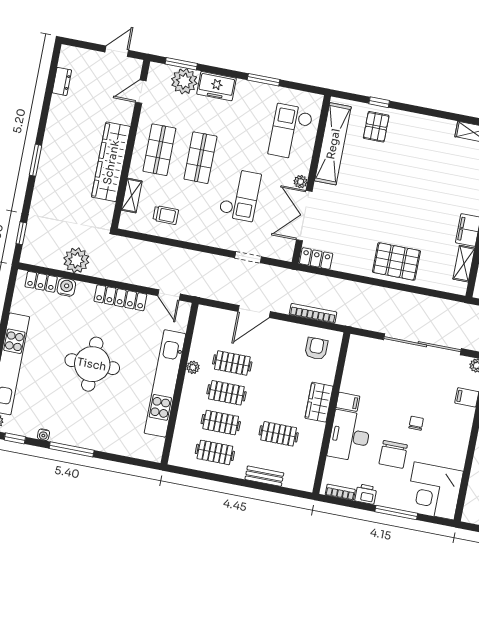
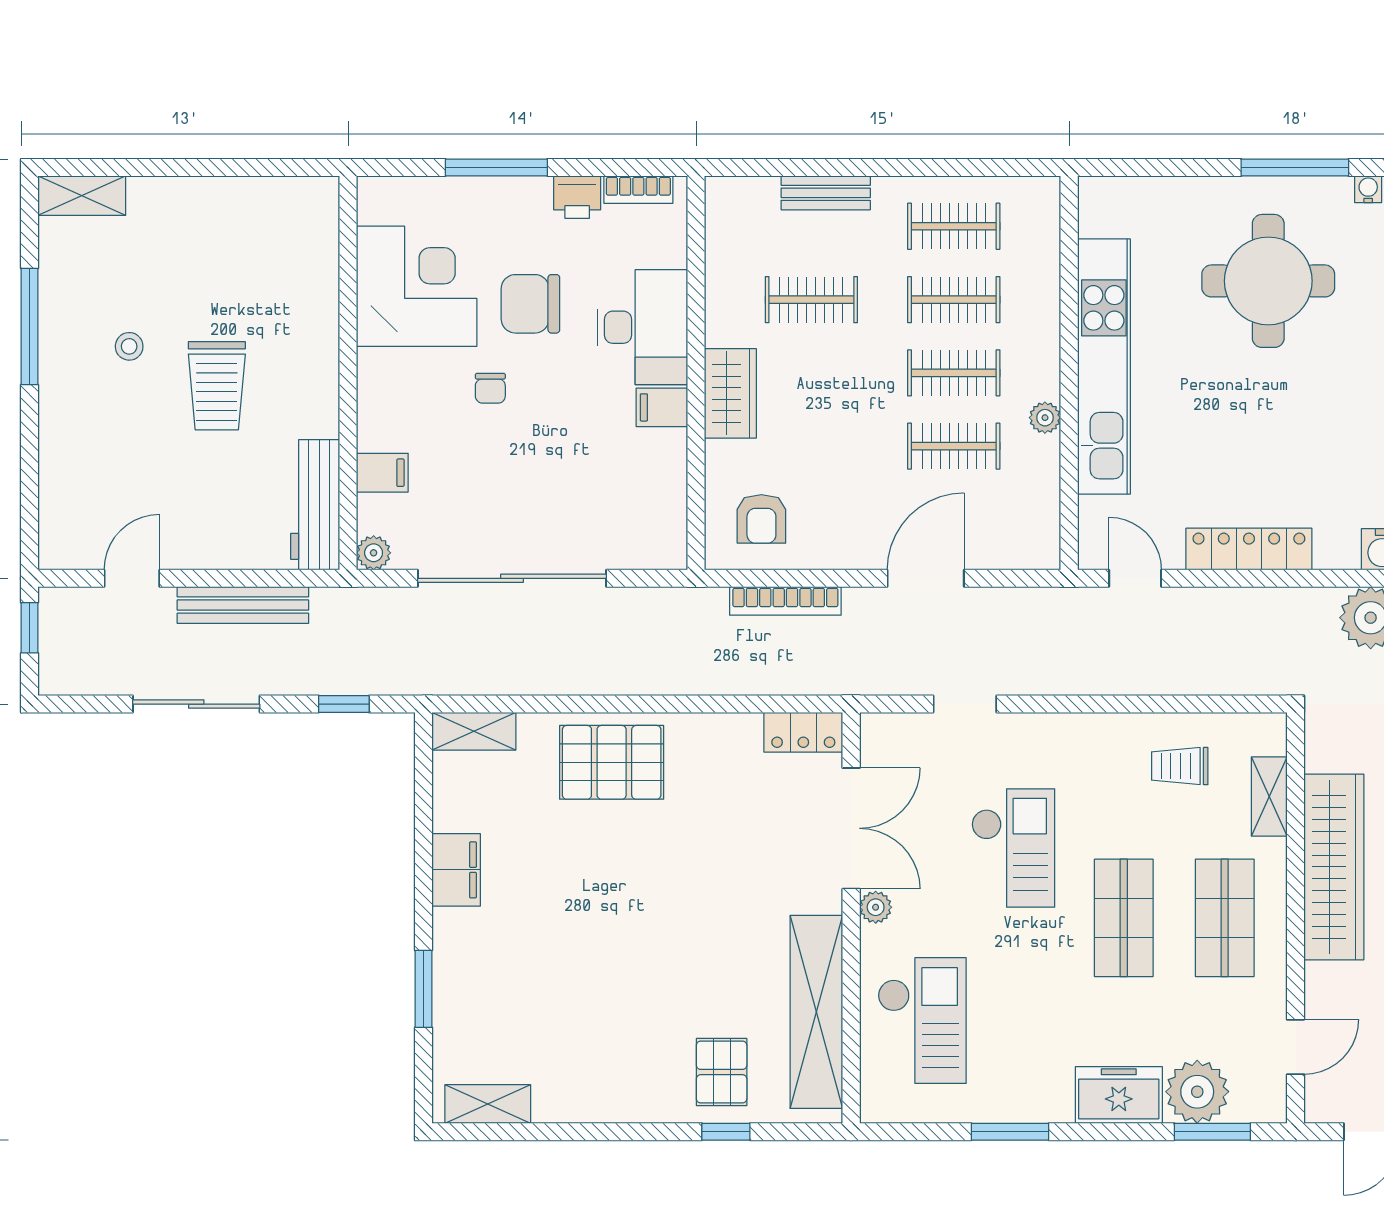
checkout: (240, 195) -> (1013, 848), turned 180
shelving: (464, 264) -> (474, 731), moved, turned 90
round table: (92, 364) -> (1268, 281), moved
chair: (393, 454) -> (530, 304), turned -90
corner desk: (434, 491) -> (417, 286), moved

